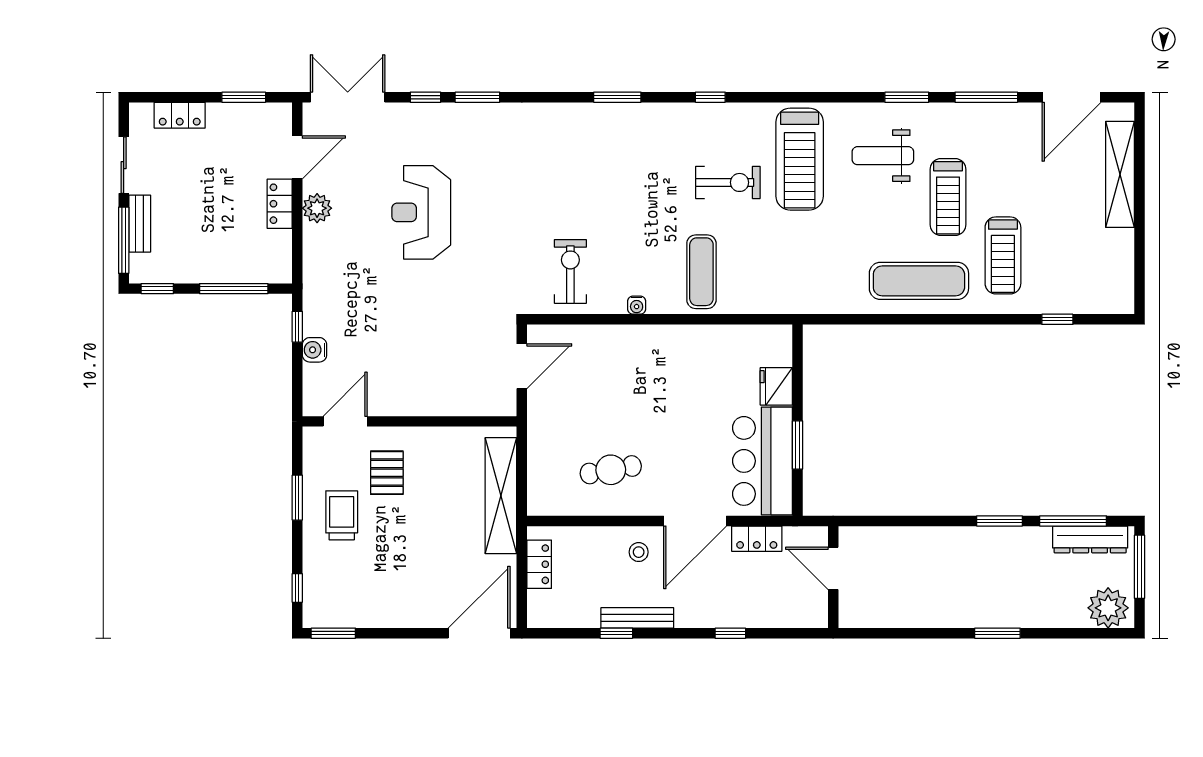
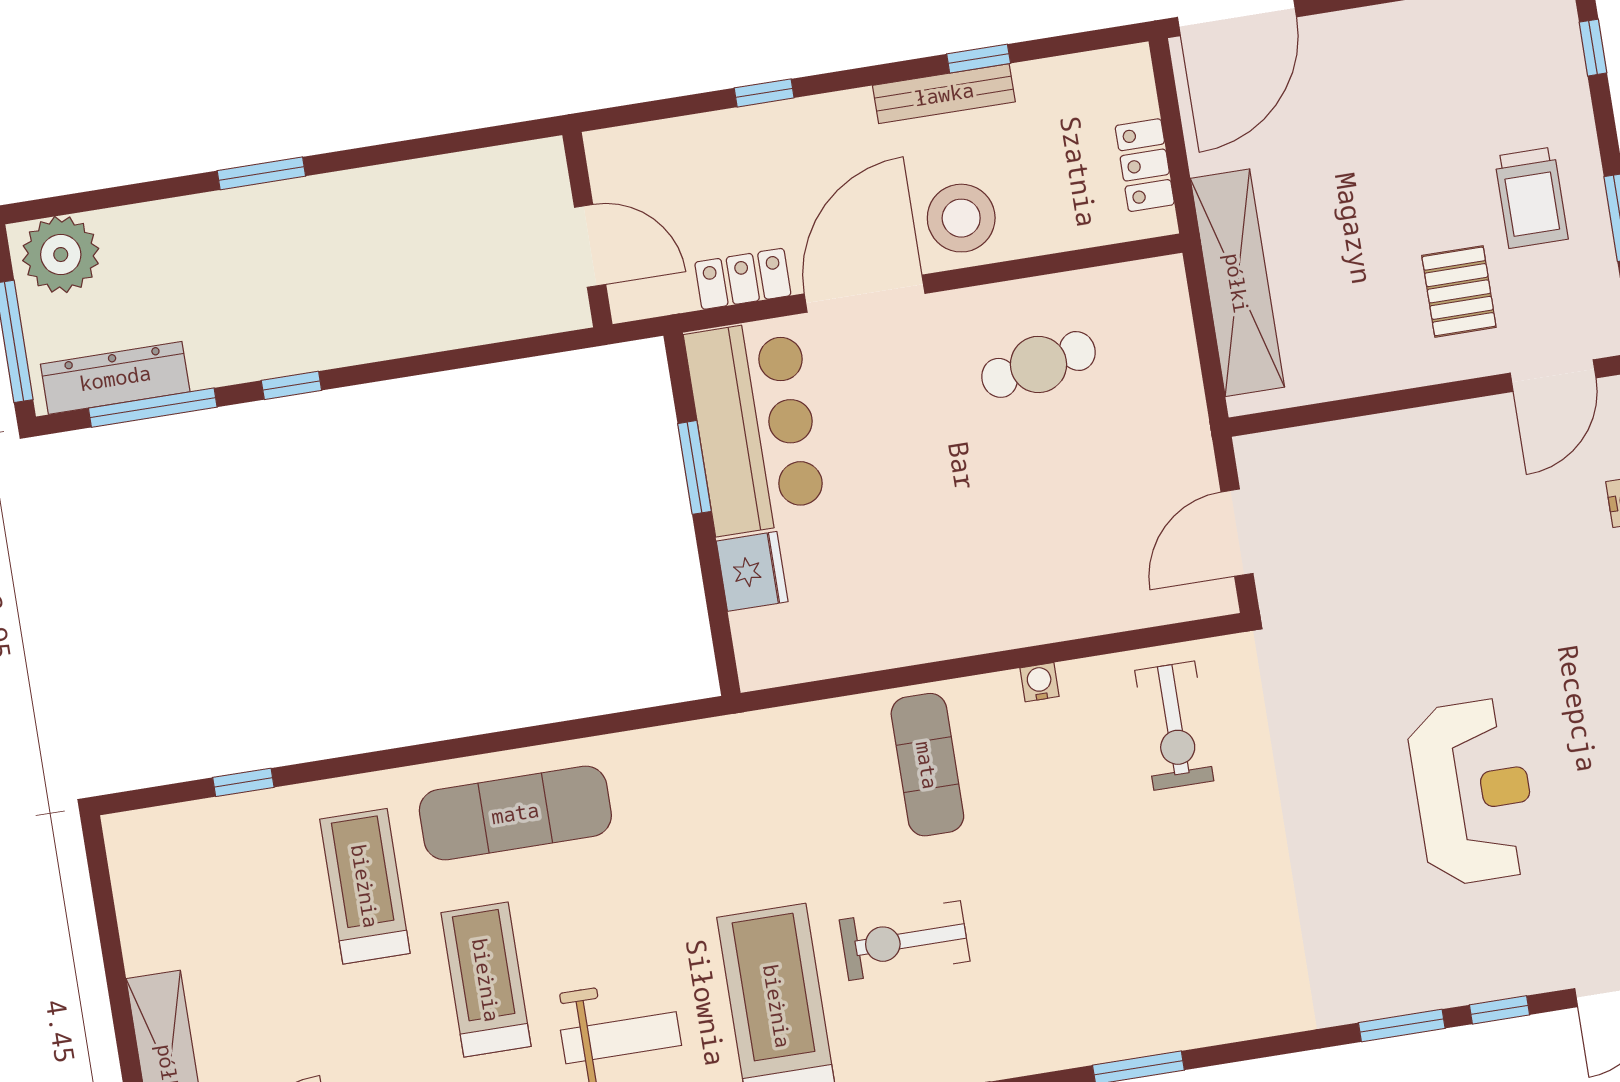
window: (999, 521) -> (291, 385), width x0.67
stool: (639, 552) -> (961, 218), width x1.89, depth x1.89

